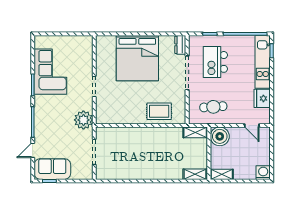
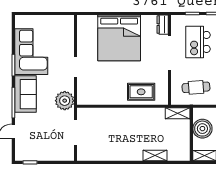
boiler: (220, 136) -> (202, 129), moved
sofa: (52, 169) -> (25, 94), moved, turned 90
shelving: (195, 174) -> (155, 155), moved

